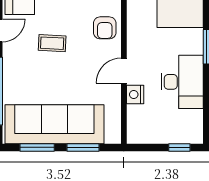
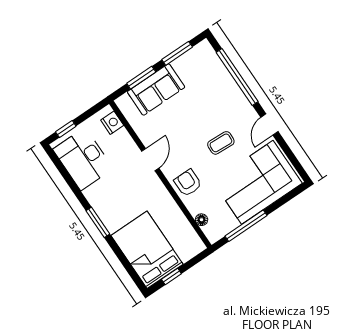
desk: (182, 82) -> (83, 159), moved
nightstand: (135, 95) -> (112, 123), moved
sofa: (54, 124) -> (156, 89), width x0.54, depth x0.79

